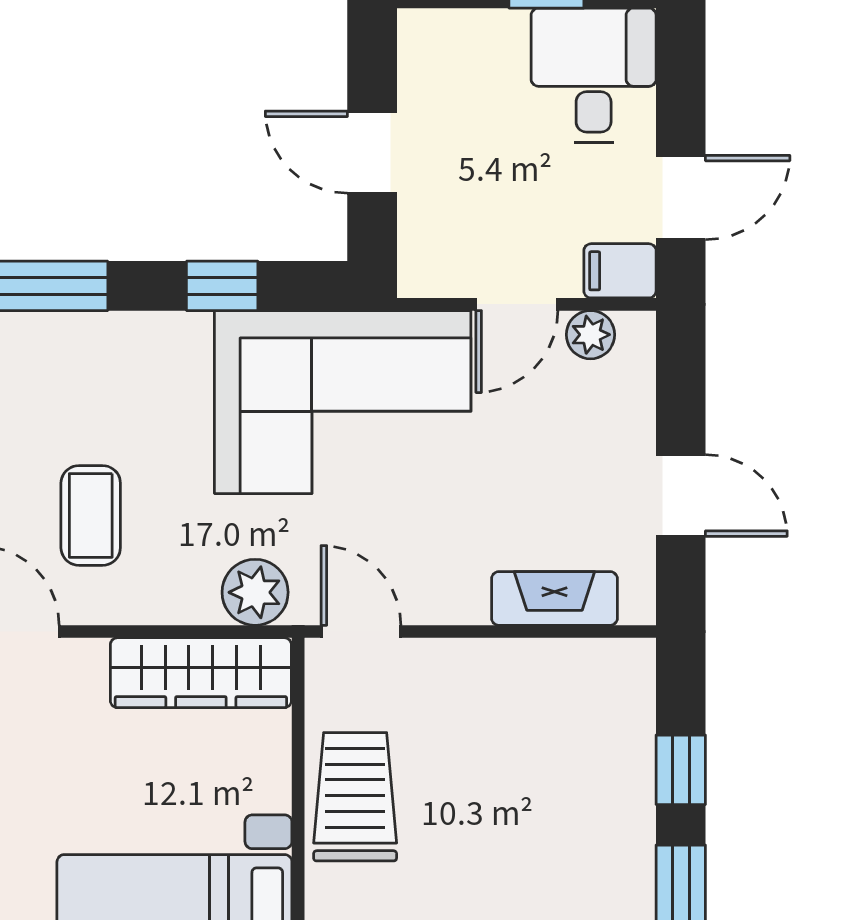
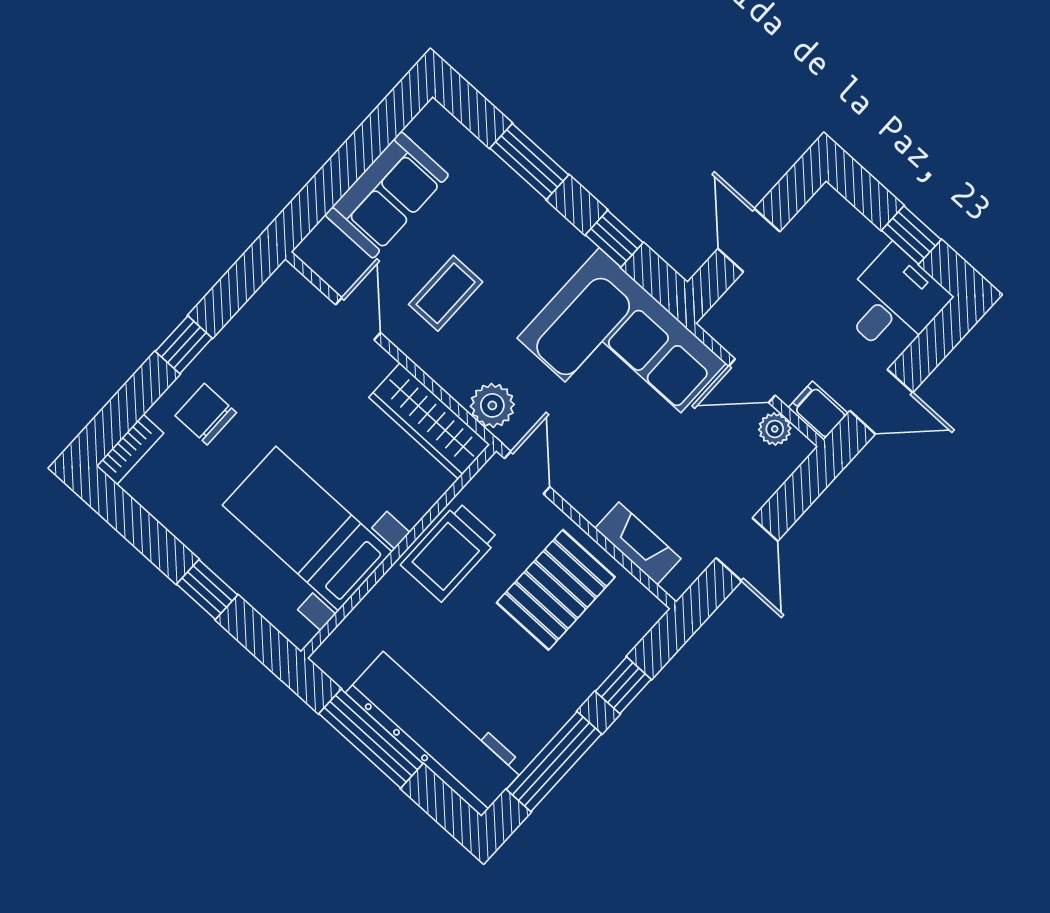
pallet: (510, 732) -> (556, 590), added
trolley: (355, 797) -> (450, 552), turned 180

